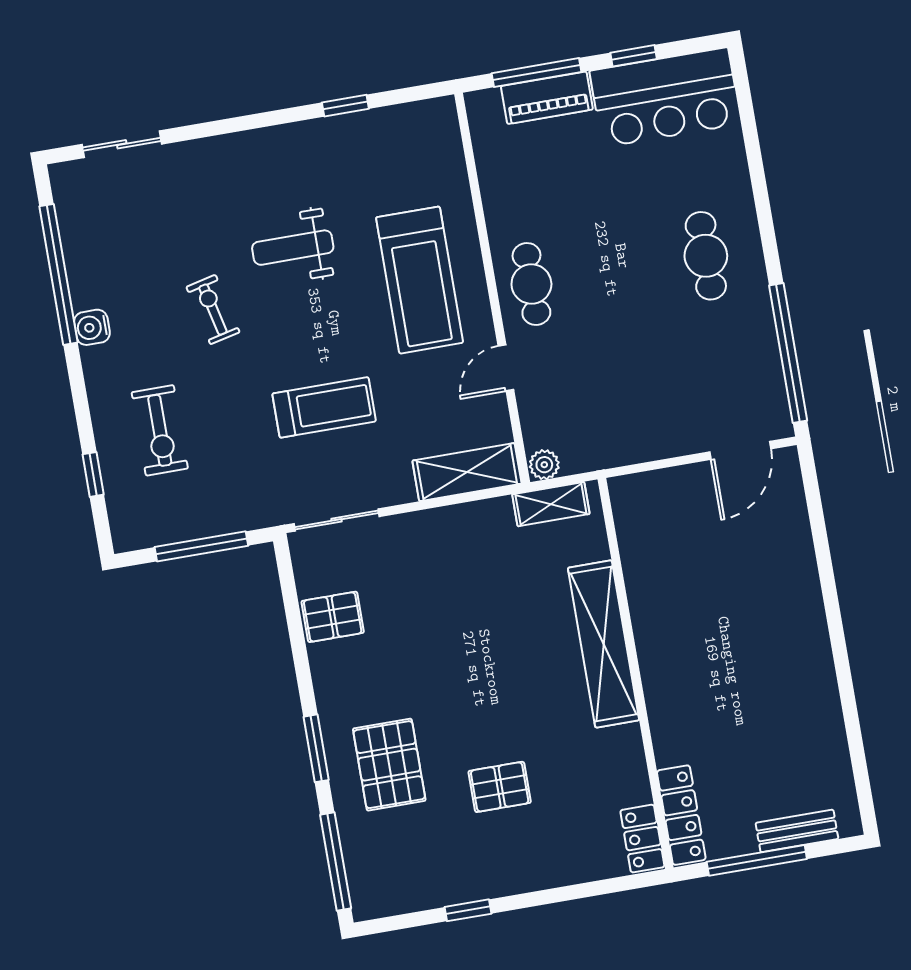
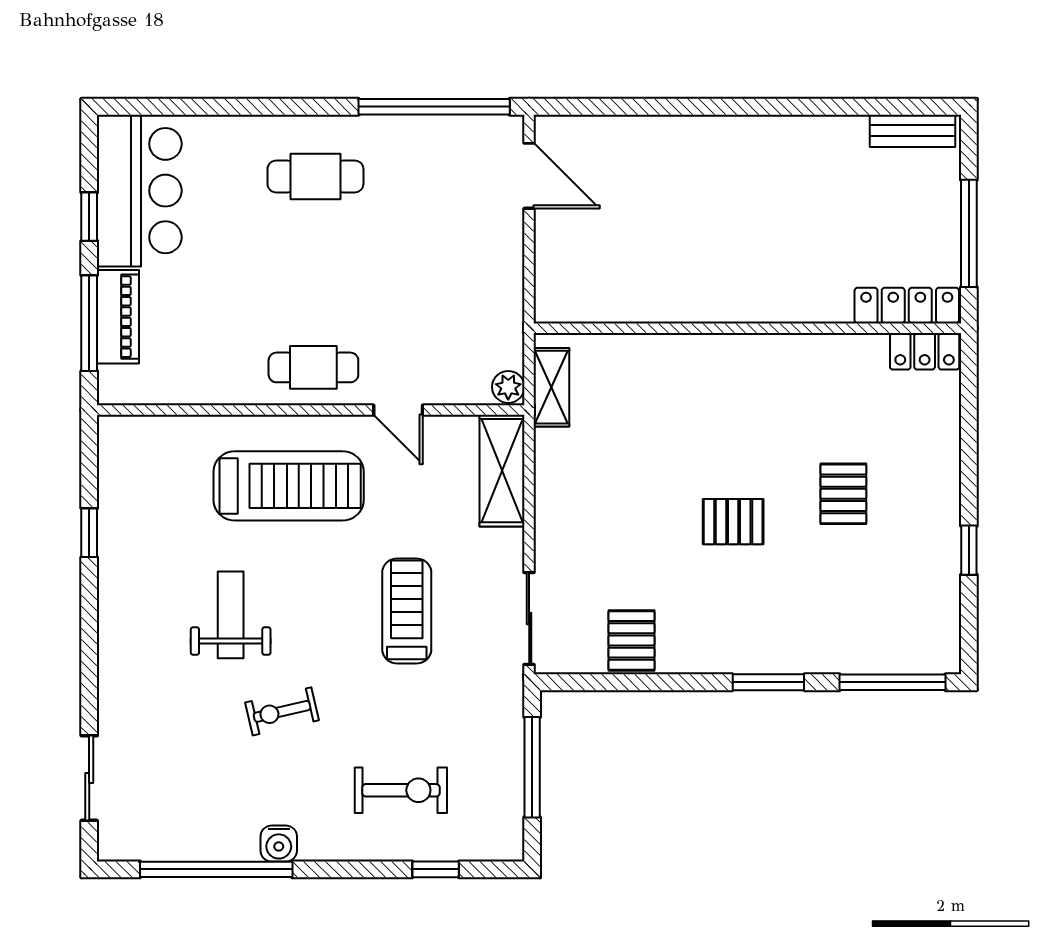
weight bench: (293, 248) -> (231, 615), turned 180
shelving: (604, 644) -> (710, 357), removed
pallet: (389, 765) -> (733, 522), moved, width x0.67, depth x0.71
bench: (797, 831) -> (913, 131), moved, turned 90

